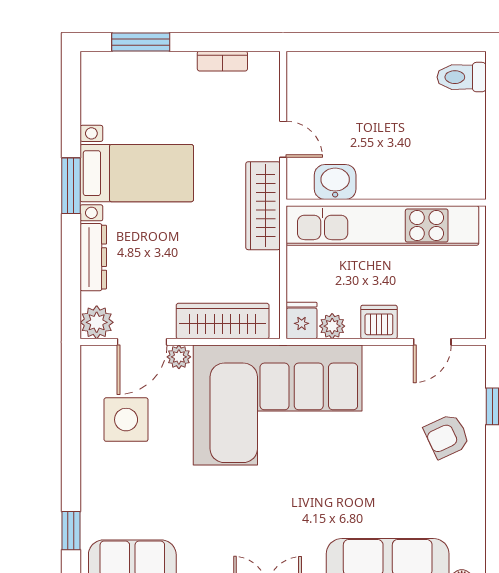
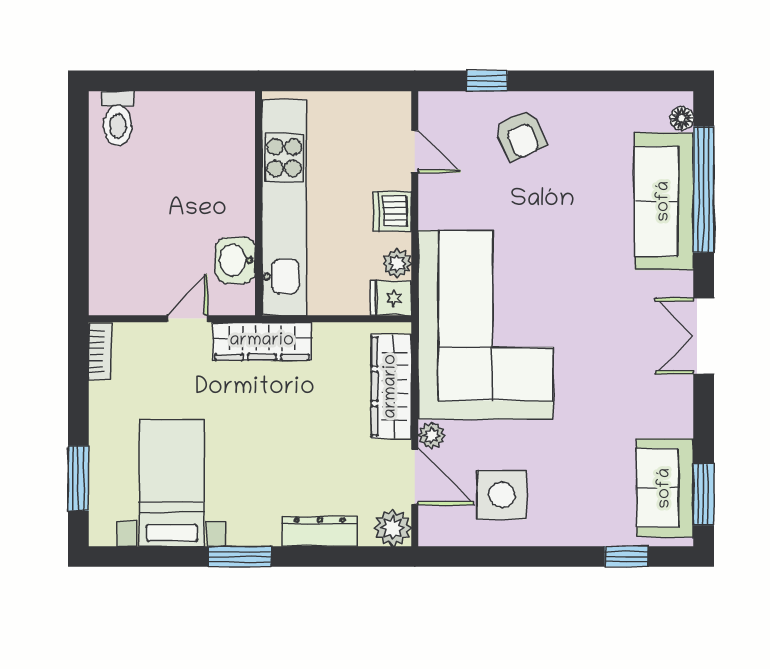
bookcase: (222, 61) -> (100, 352), moved
bed with nightstands: (137, 173) -> (172, 483), moved

